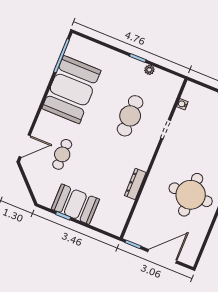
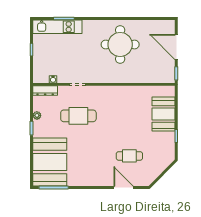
booth: (71, 90) -> (50, 162), moved, turned 90
door: (25, 146) -> (123, 187), moved
dresser: (135, 184) -> (45, 90), moved
booth: (75, 204) -> (164, 114), moved

